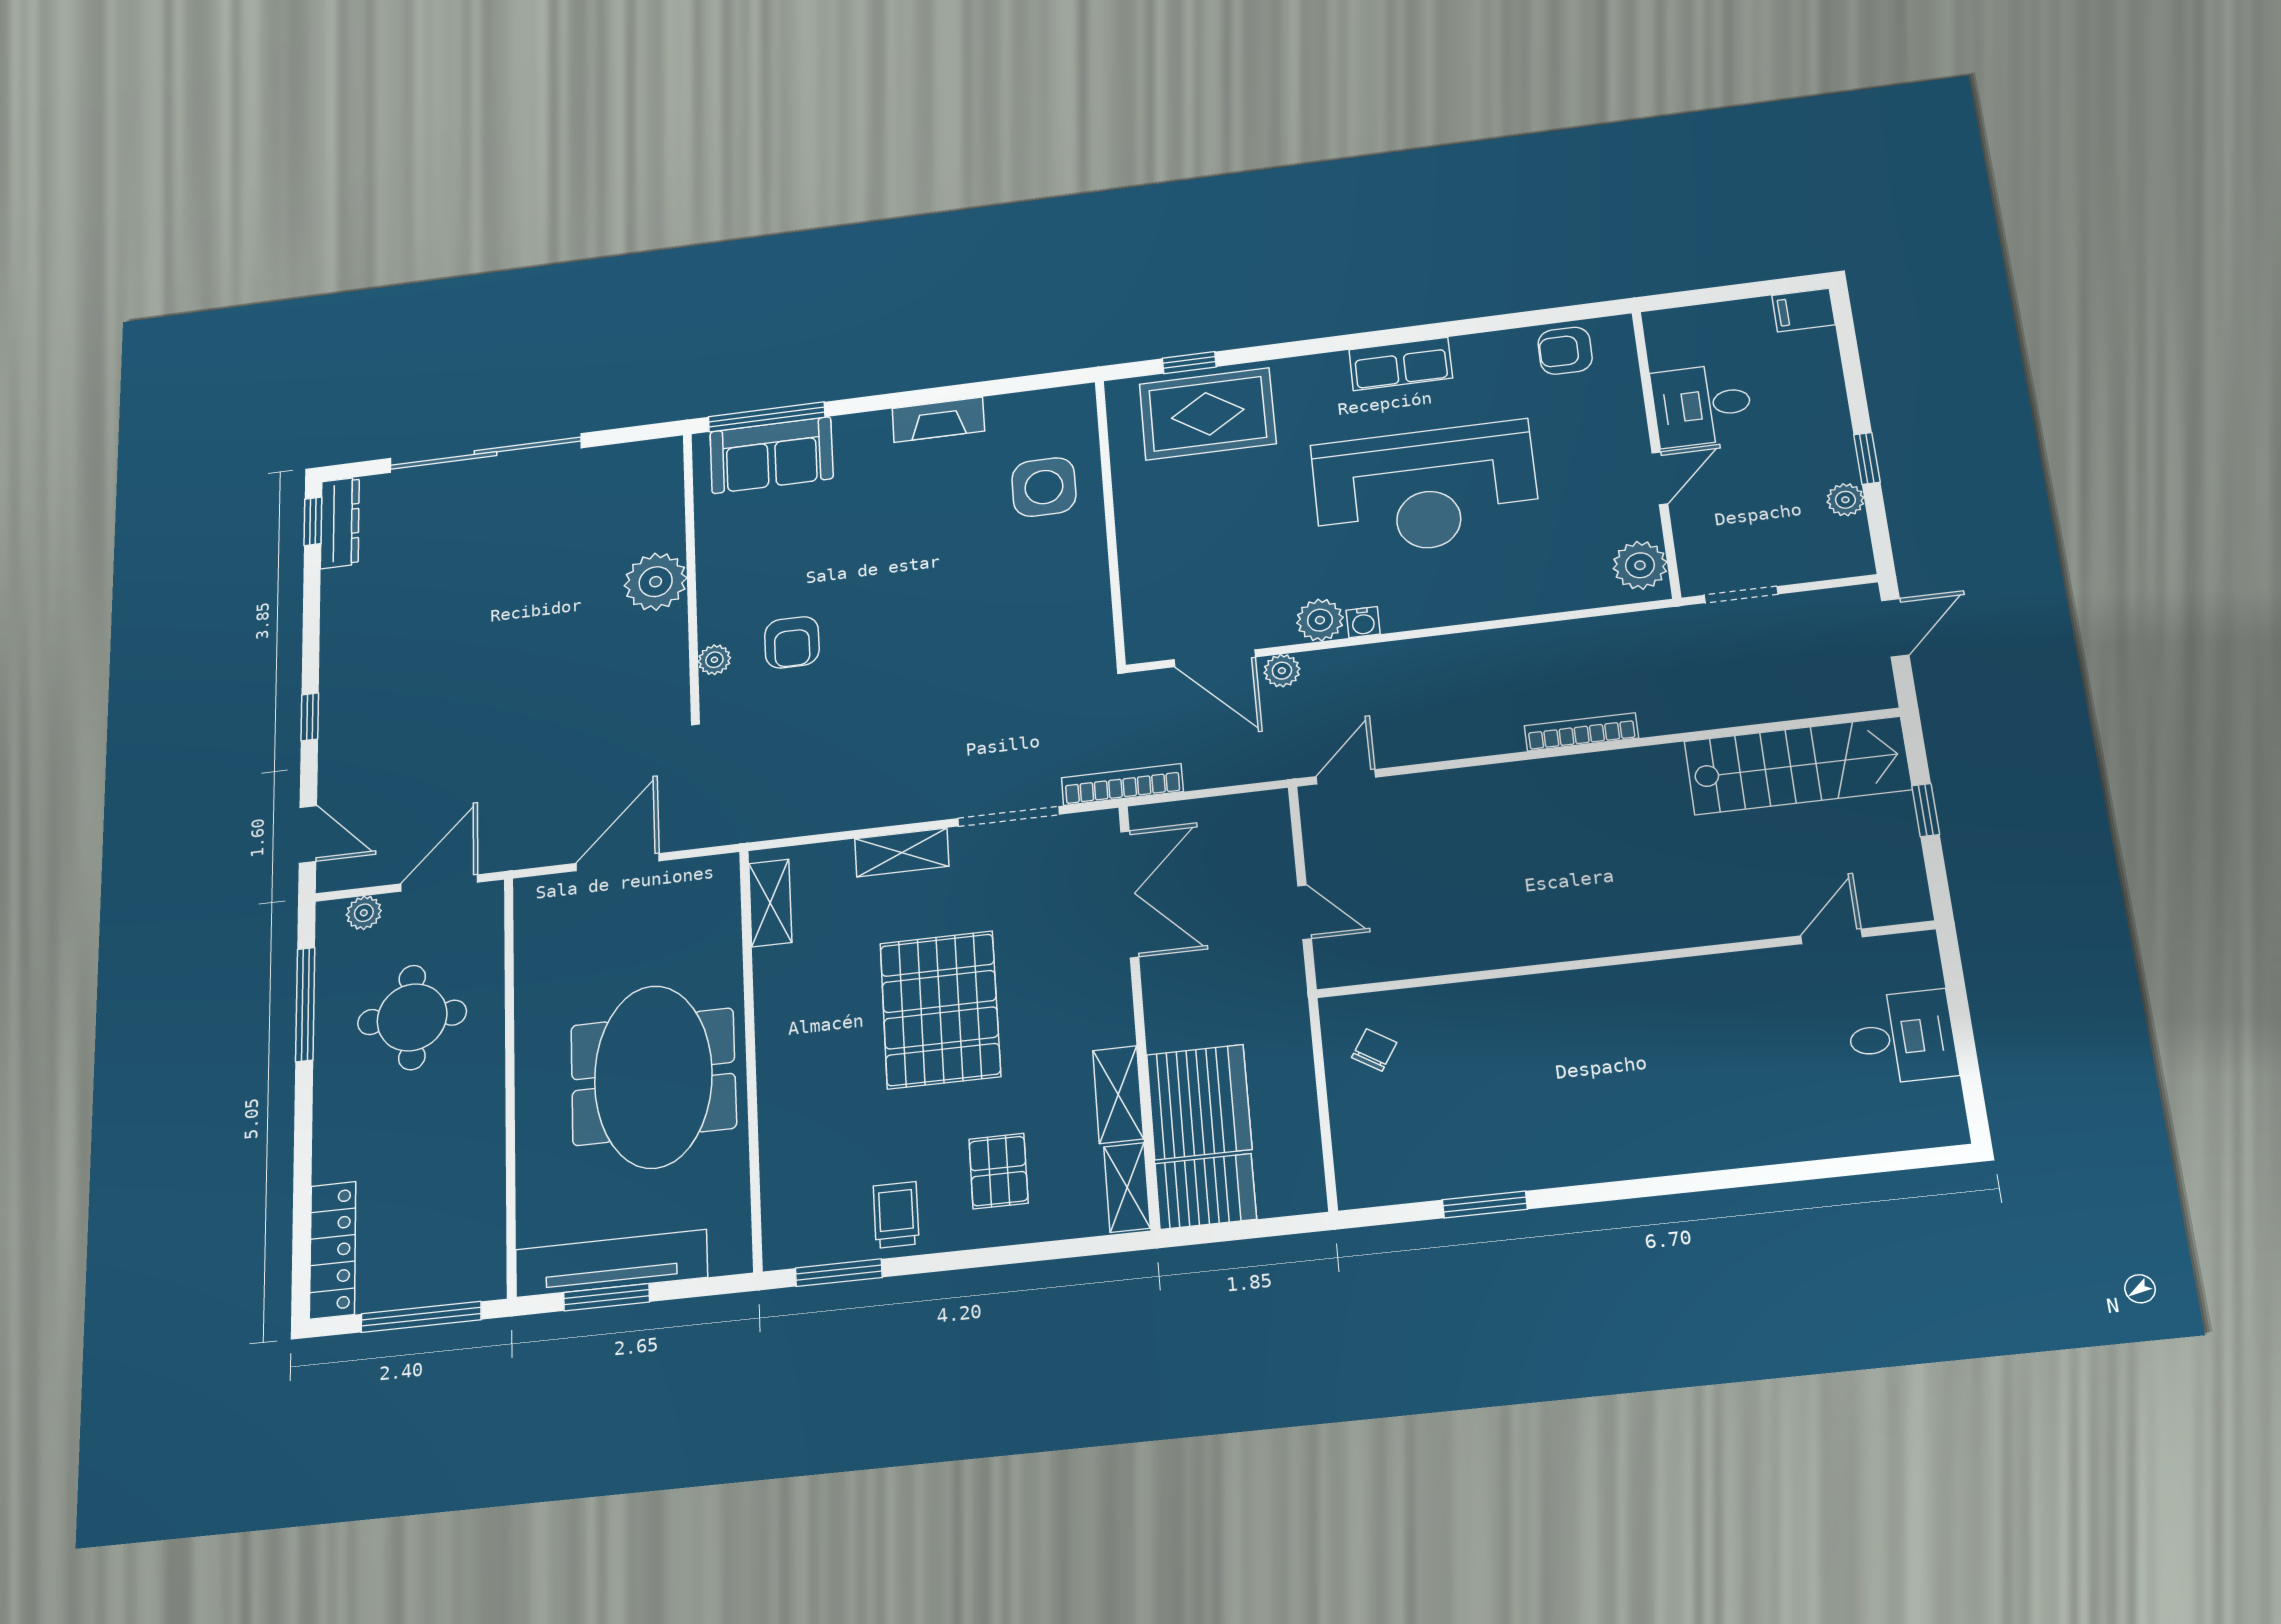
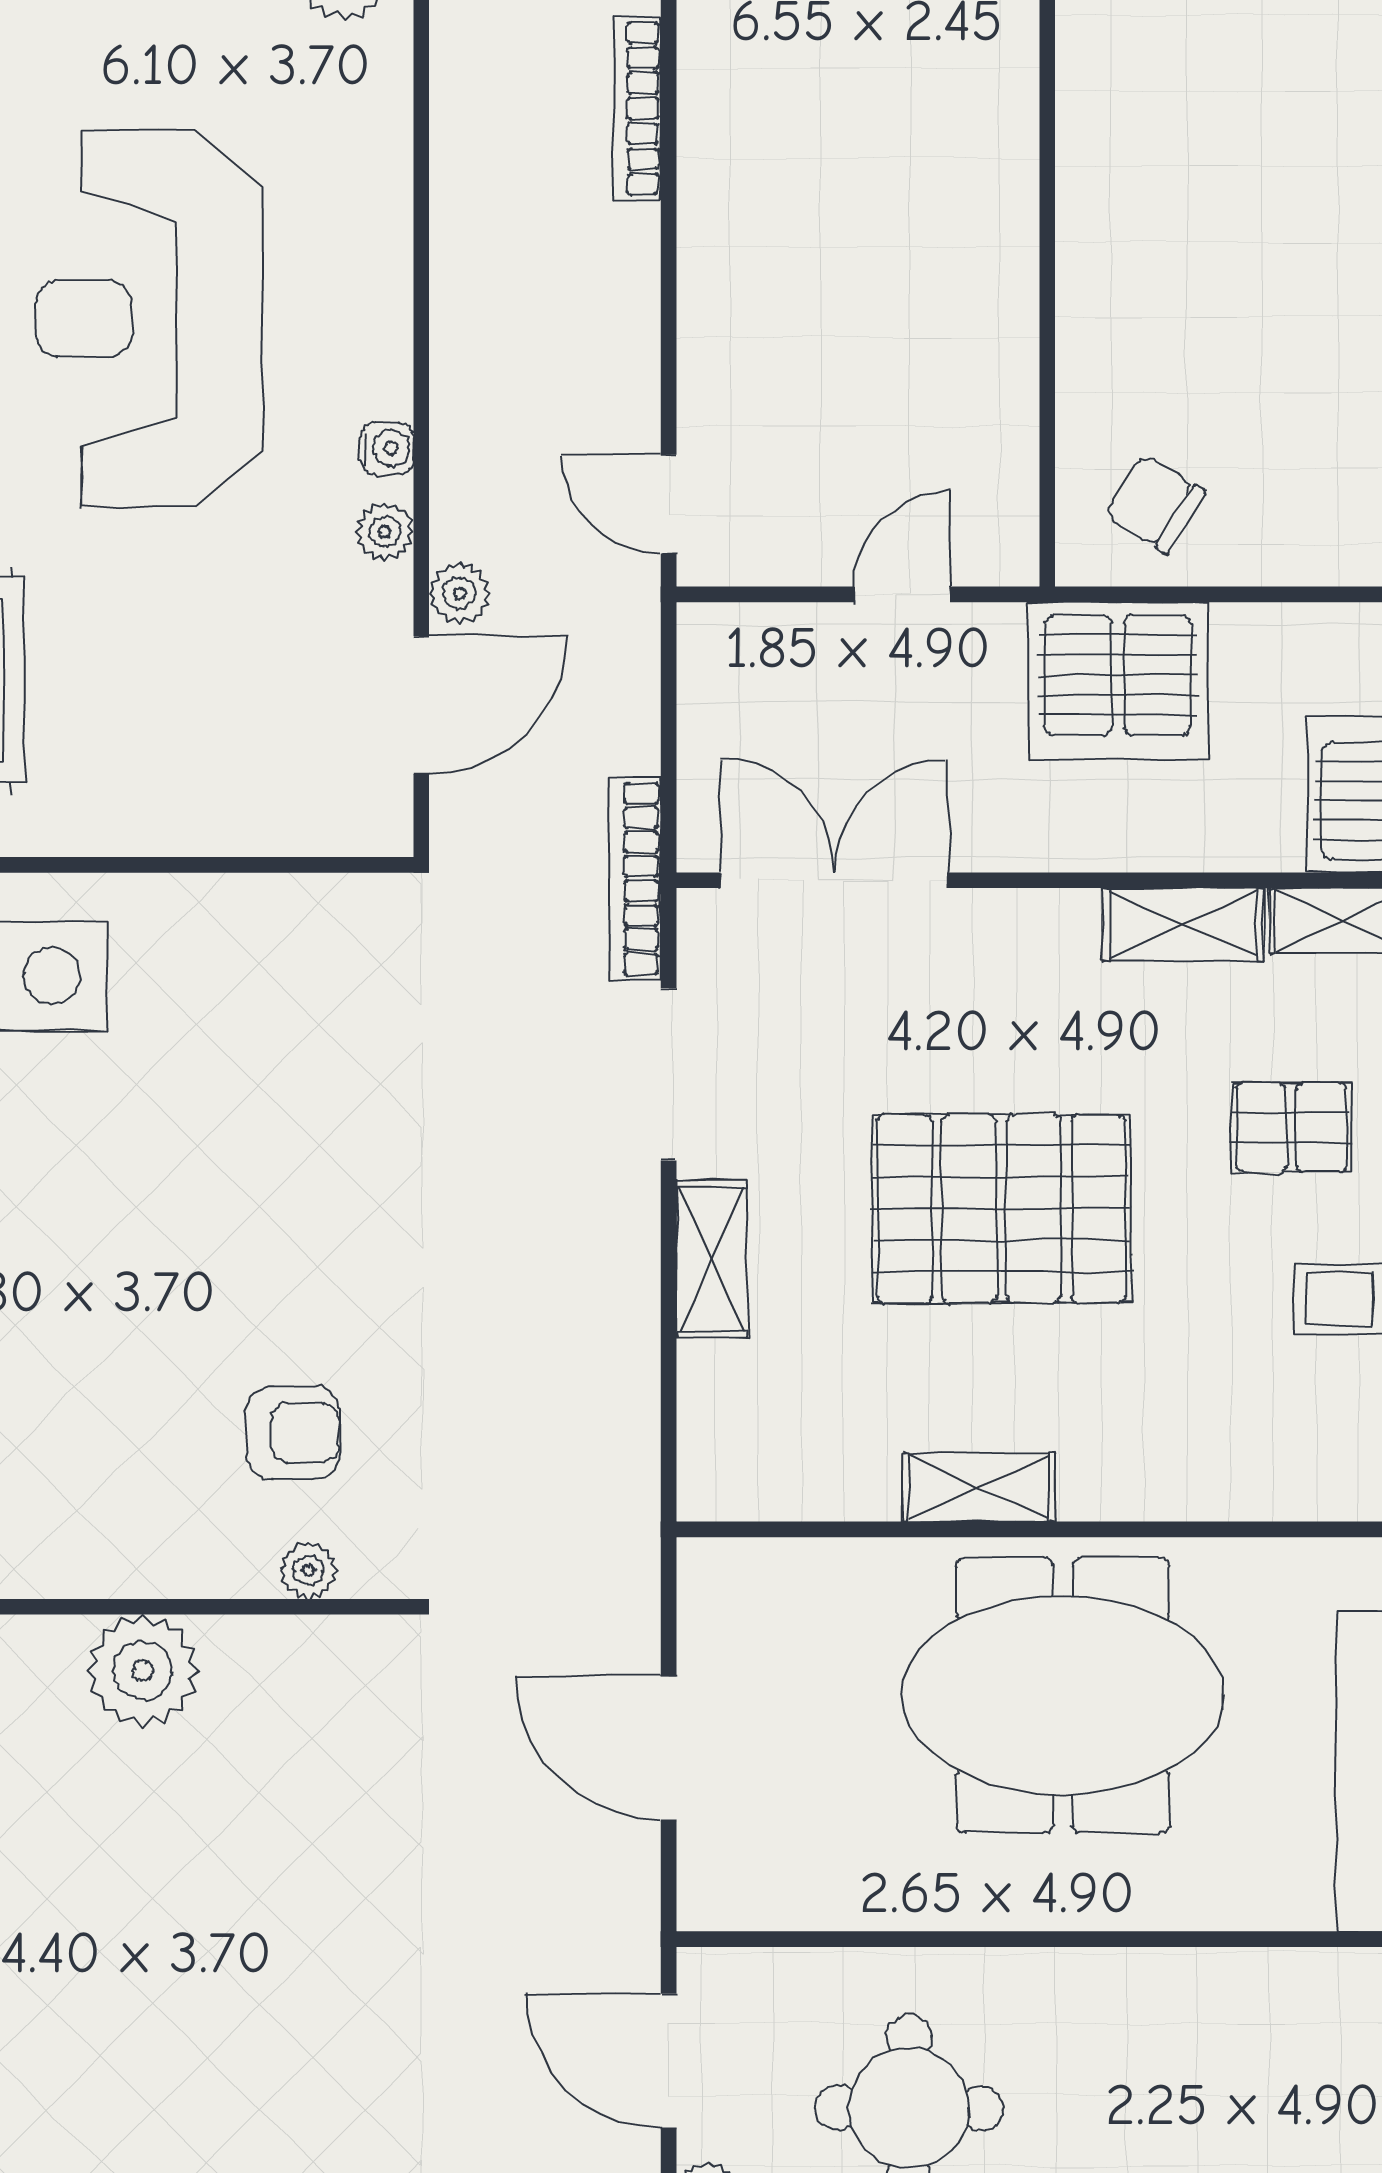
reception desk: (1425, 489) -> (150, 319), turned 180
plant: (1320, 620) -> (385, 532), width x0.73, depth x0.73
shelving: (770, 903) -> (978, 1487), moved
chair: (1374, 1050) -> (1155, 503), width x1.37, depth x1.37
server rack: (1199, 1102) -> (1118, 681), moved, turned 180

